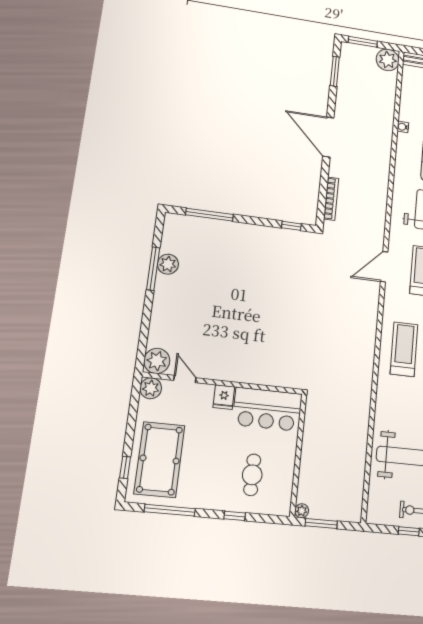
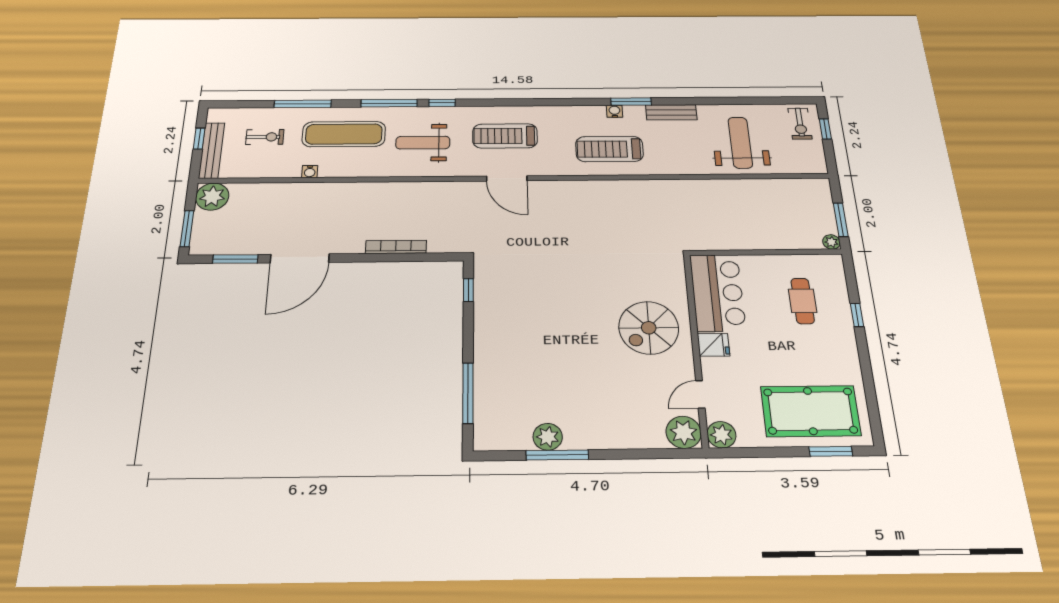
door: (328, 137) -> (300, 258), moved
bookcase: (331, 199) -> (396, 247), moved
spiral stairs: (244, 351) -> (649, 328), added
window: (125, 467) -> (831, 451), width x1.50
cafe table: (252, 475) -> (803, 301), turned 90
window: (170, 510) -> (870, 390), removed

